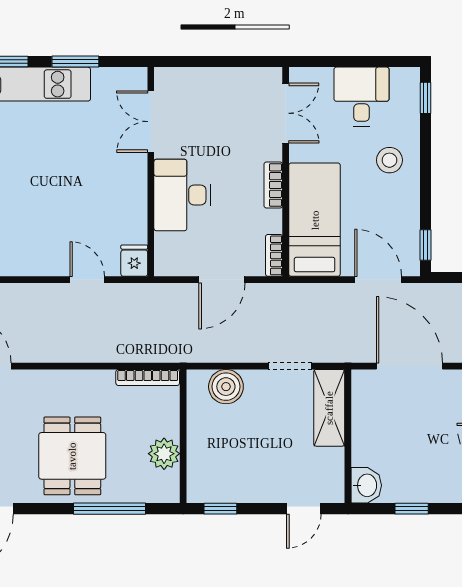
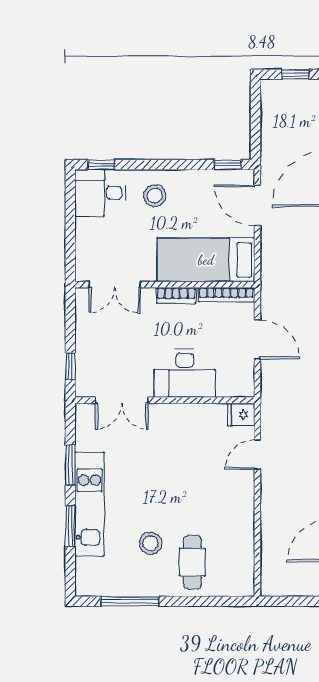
window: (190, 62) -> (70, 366), added
desk: (361, 97) -> (100, 193), moved
double door: (286, 113) -> (114, 285), swing flipped
bookcase: (274, 255) -> (226, 295), width x1.56
door: (378, 280) -> (257, 205), hinge flipped

